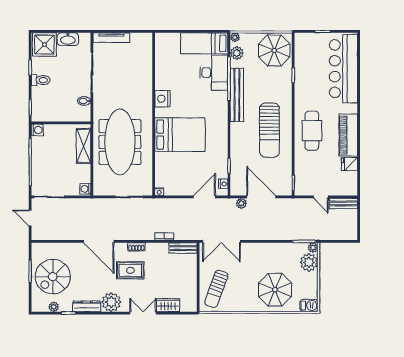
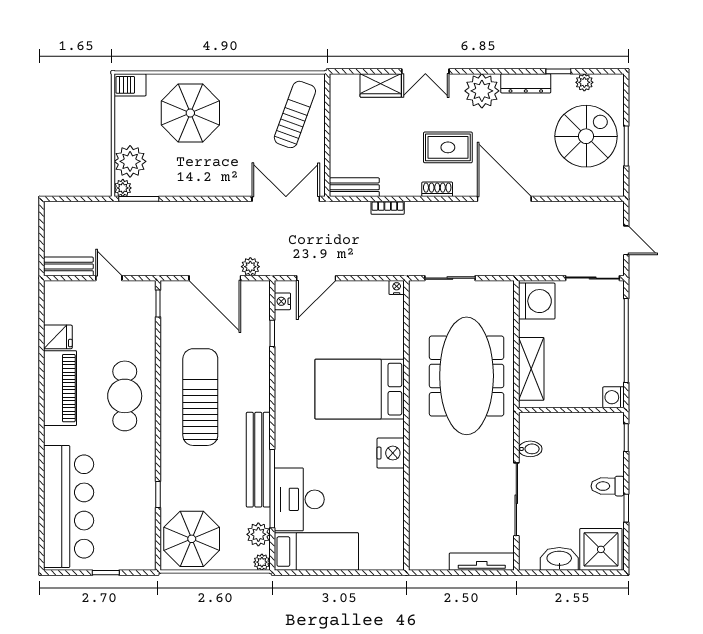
washing machine: (85, 189) -> (537, 301), width x1.89, depth x1.89

